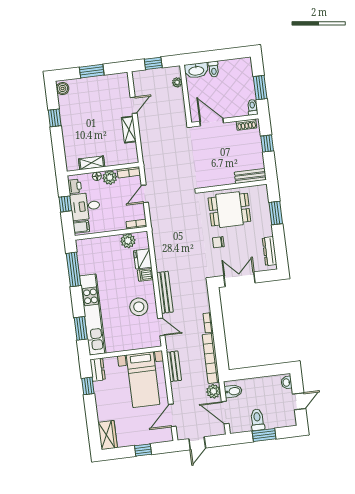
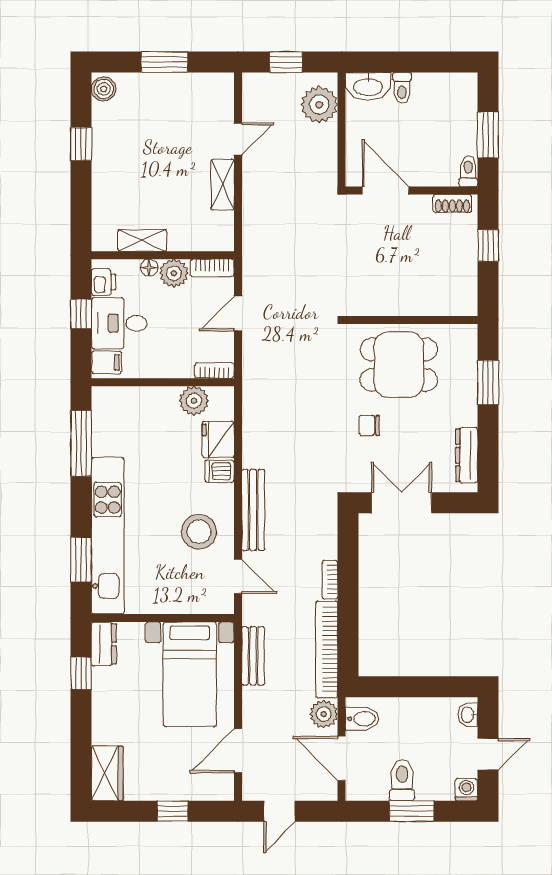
plant: (177, 82) -> (319, 105), width x1.88, depth x1.88
bench: (250, 176) -> (447, 305), removed
washing machine: (291, 421) -> (466, 790), added

